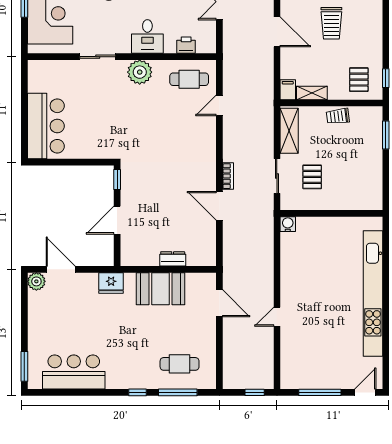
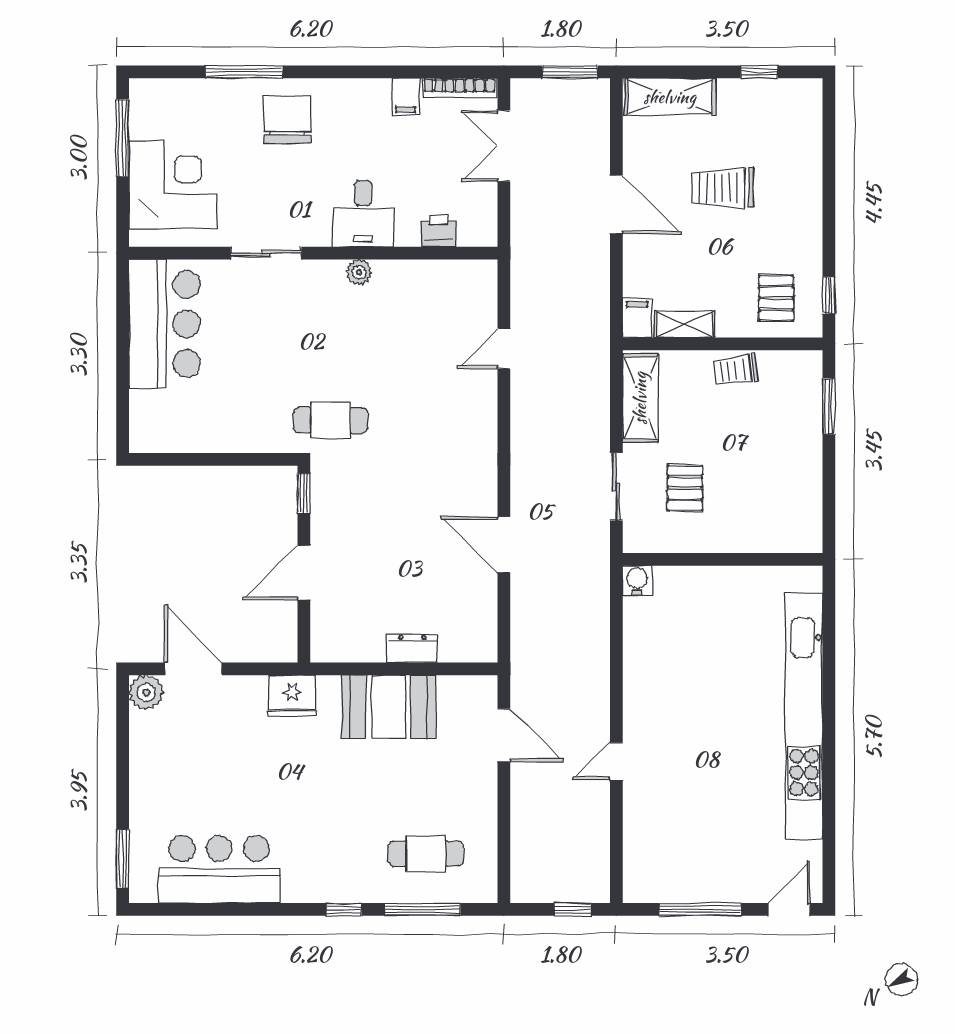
trolley: (331, 23) -> (722, 188), turned 90
plant: (140, 72) -> (359, 272), width x0.53, depth x0.53
cafe table: (189, 79) -> (331, 420), moved
bar counter: (46, 126) -> (165, 324), moved
bookcase: (228, 176) -> (521, 487), removed

